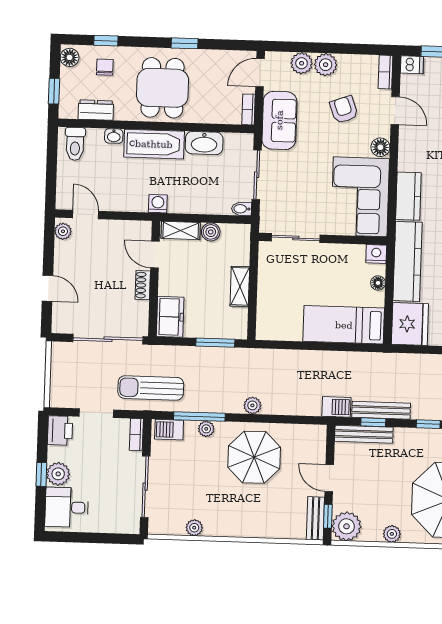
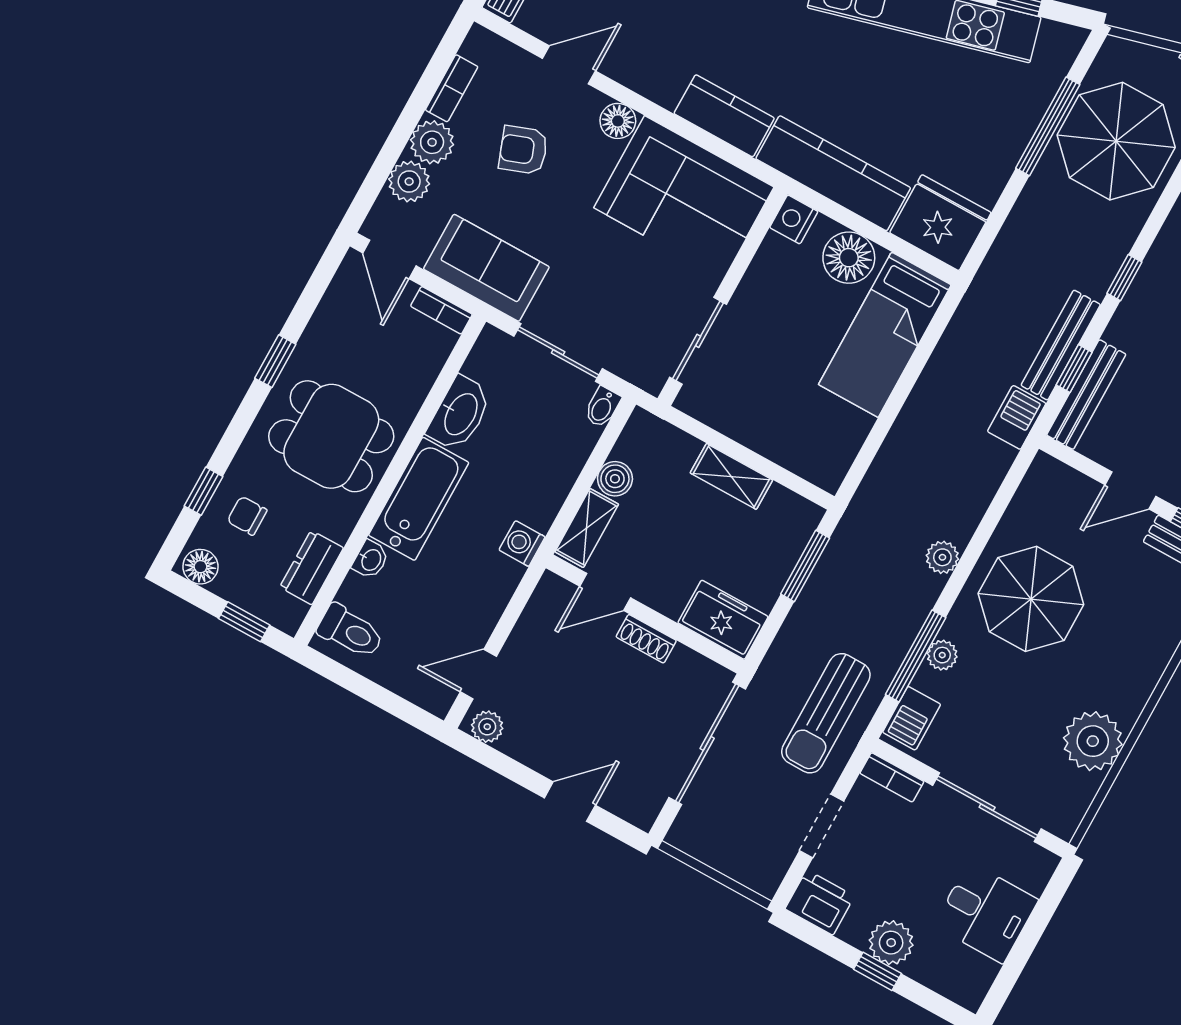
bookcase: (385, 72) -> (452, 88), moved, turned -90
floor lamp: (378, 283) -> (849, 258), width x1.89, depth x1.89
desk: (67, 507) -> (986, 913), moved, turned -90
plant: (194, 528) -> (1093, 741), width x1.87, depth x1.87

